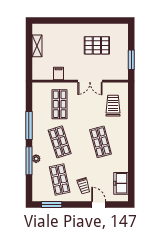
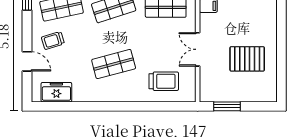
pallet: (97, 45) -> (247, 59), turned 90
door: (99, 205) -> (27, 61), hinge flipped

